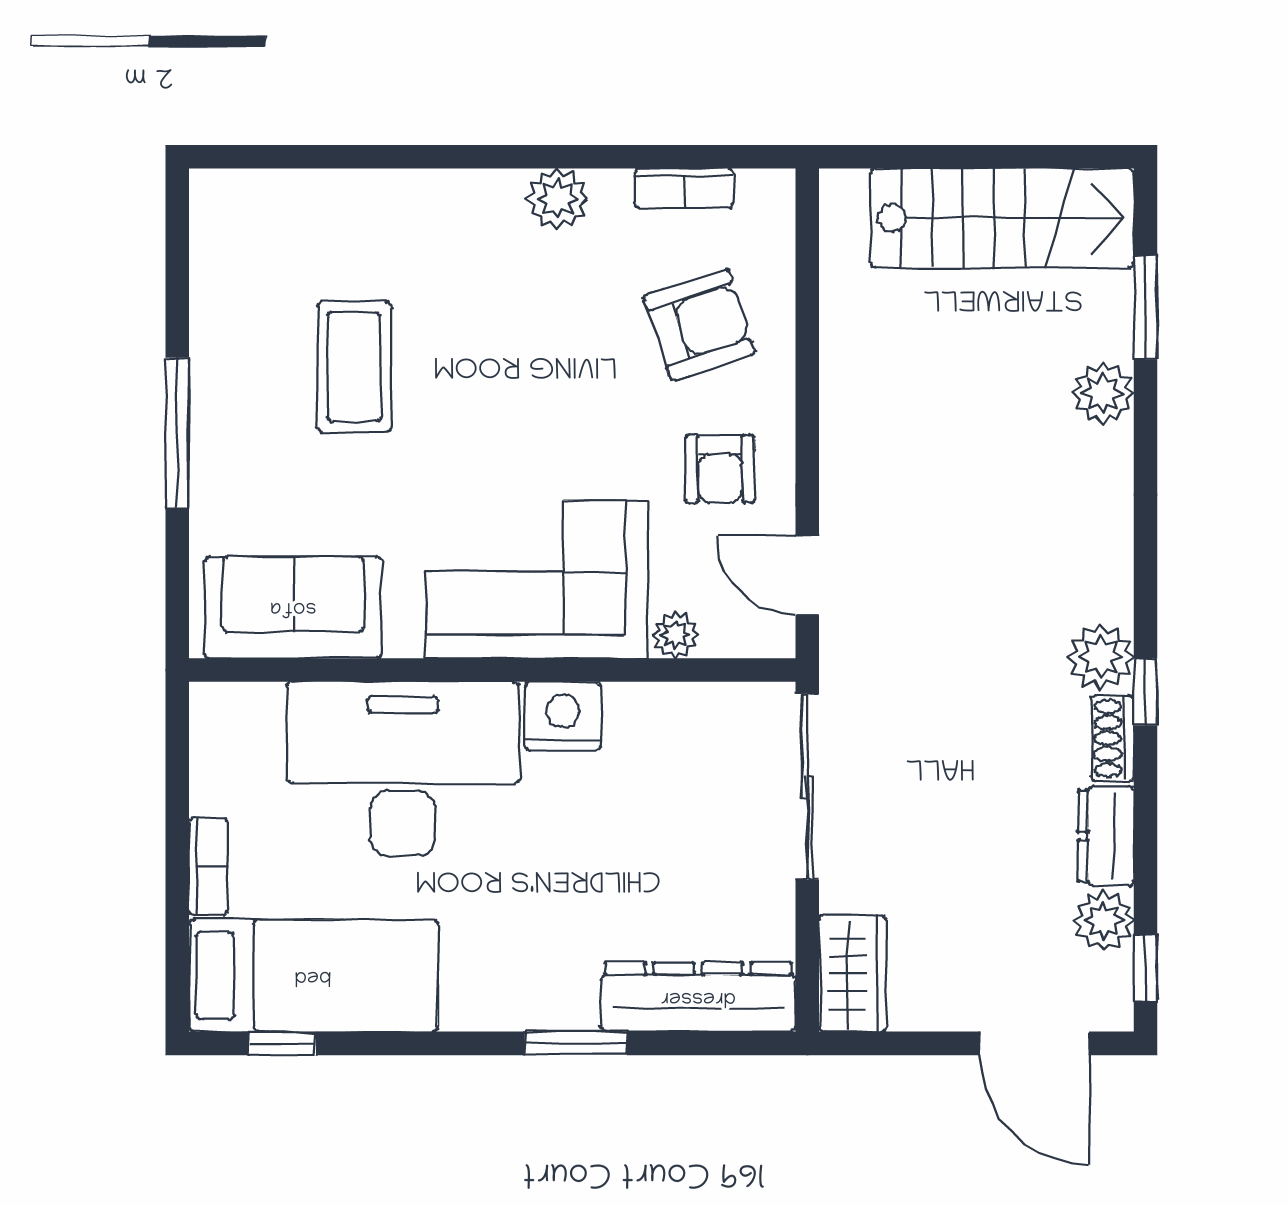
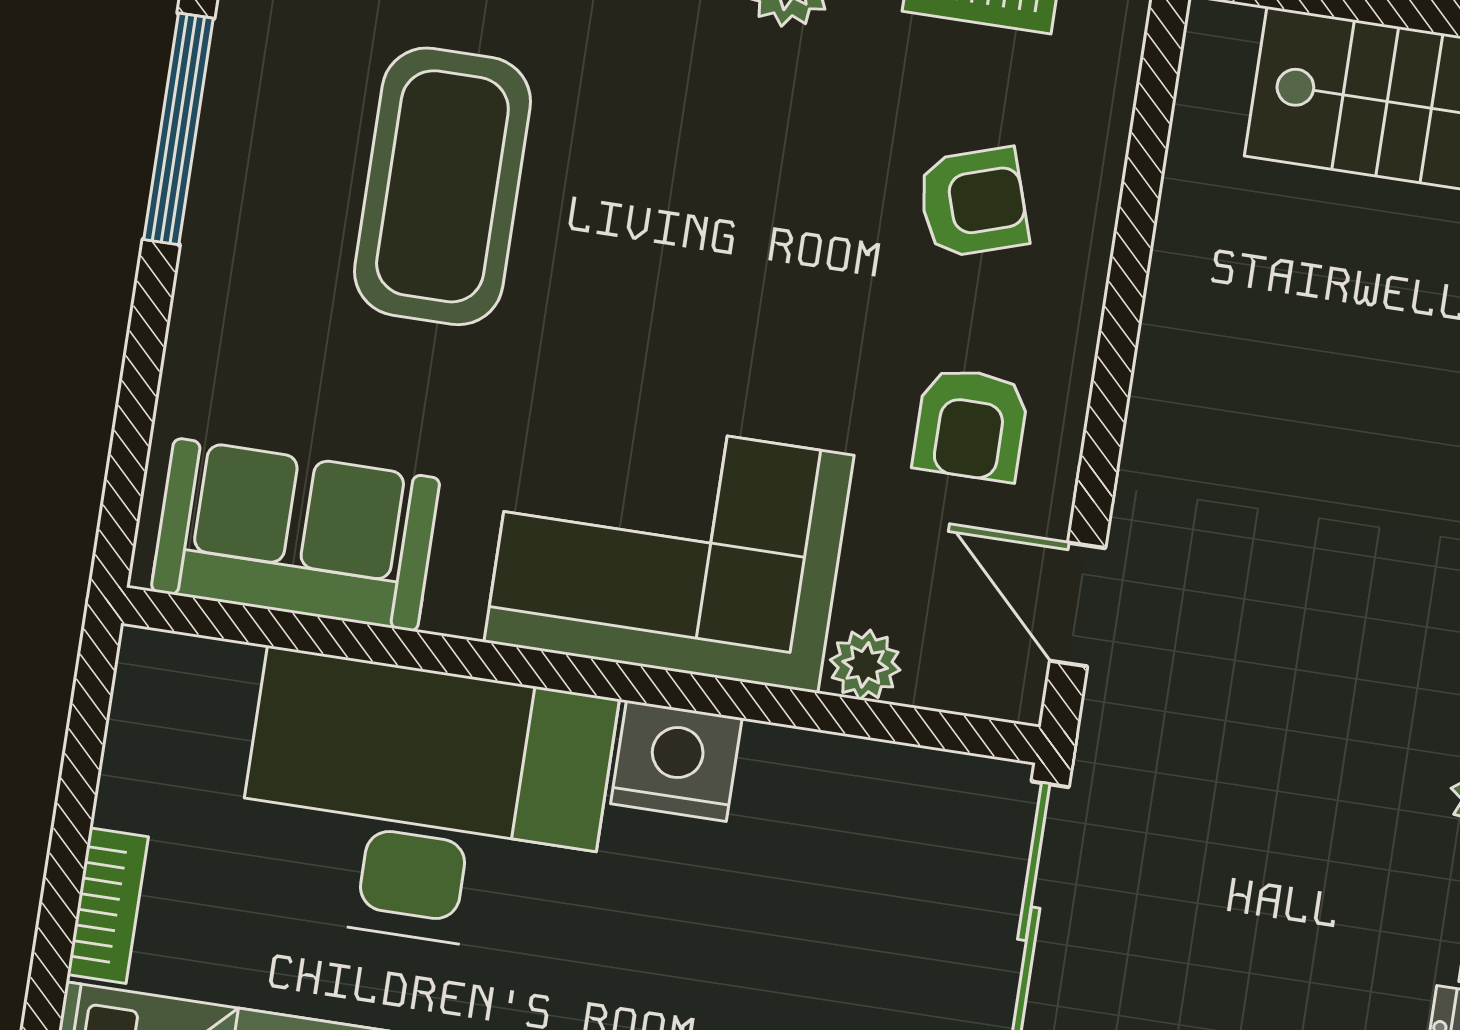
armchair: (700, 325) -> (973, 203), width x0.72, depth x0.72
coffee table: (354, 367) -> (442, 186), width x1.36, depth x1.32
window: (177, 433) -> (179, 129), moved

